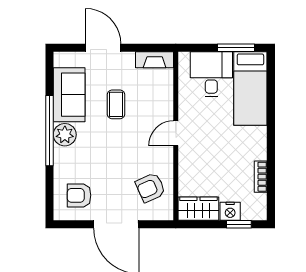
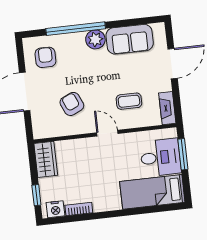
window: (236, 48) -> (183, 154), moved
coffee table: (116, 104) -> (129, 101), moved
window: (50, 131) -> (76, 29), moved
armchair: (150, 188) -> (72, 104), moved
nightstand: (230, 211) -> (55, 209), moved, turned -90

